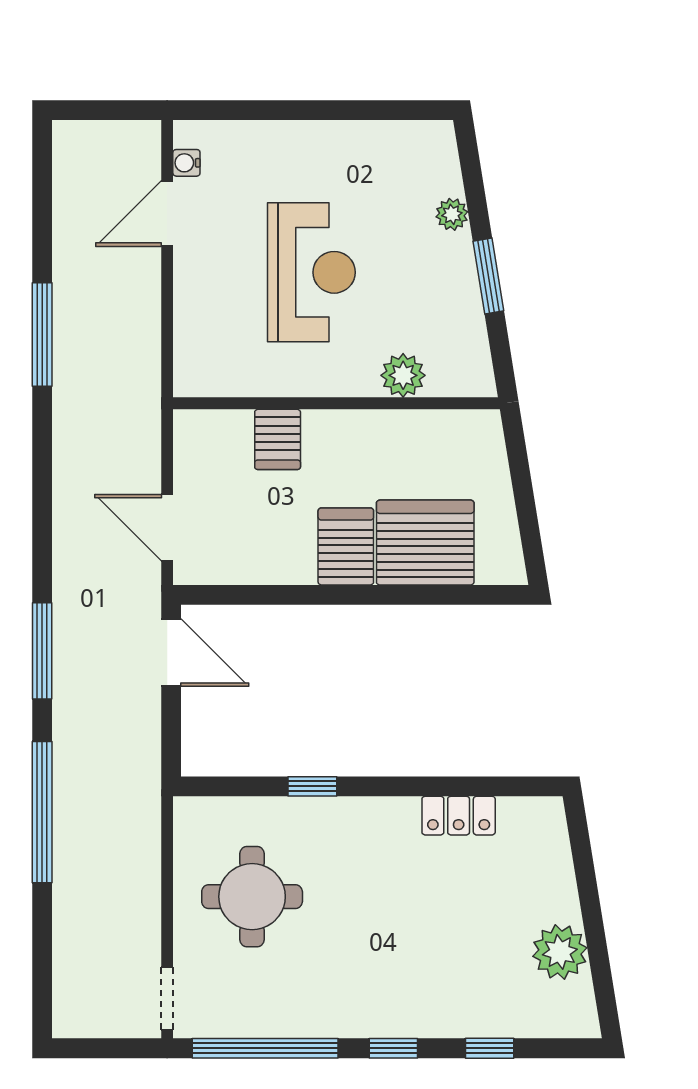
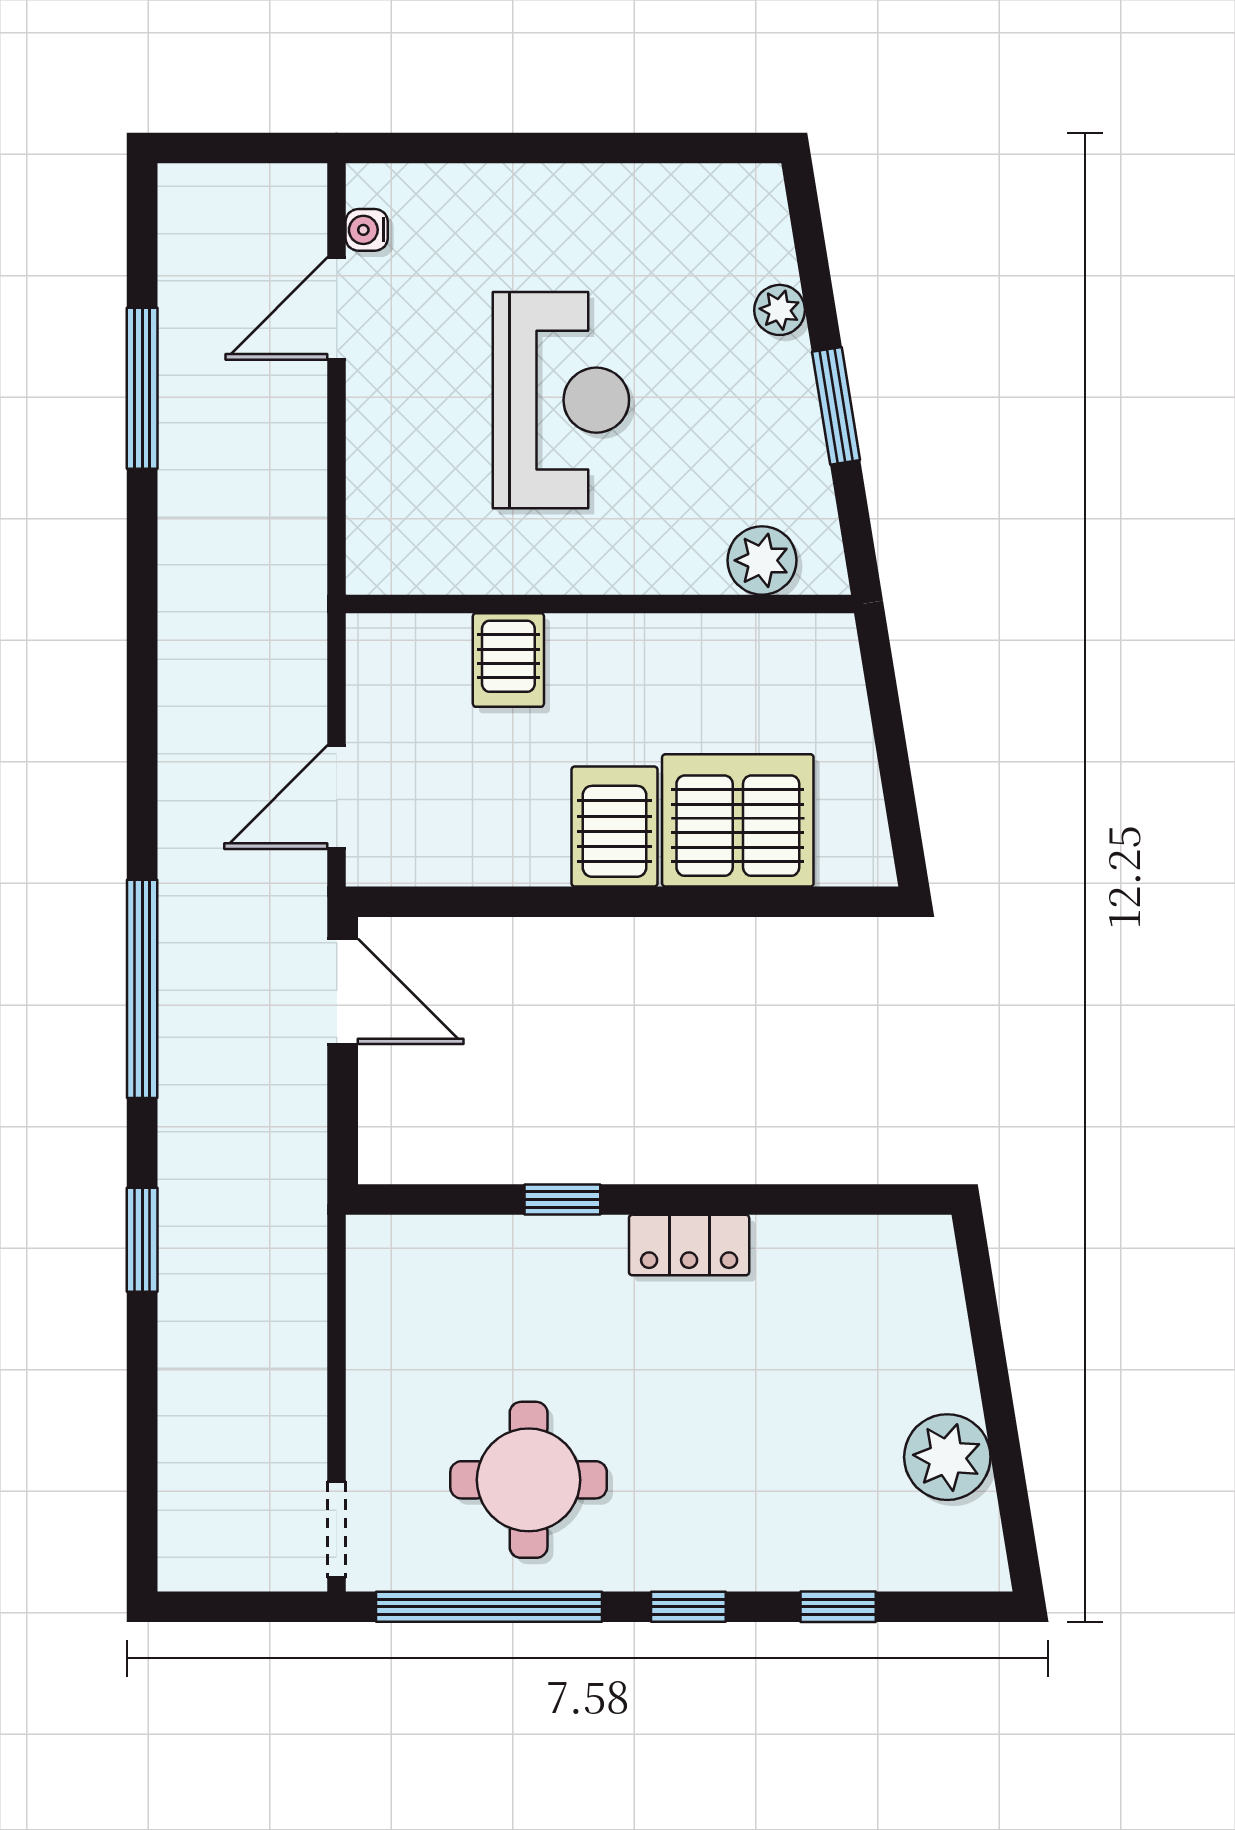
window: (42, 334) -> (142, 388), moved
plant: (403, 375) -> (762, 560), moved
door: (167, 528) -> (337, 797), hinge flipped
window: (42, 651) -> (142, 989), width x1.46
window: (42, 812) -> (142, 1240), width x0.47
locker: (459, 816) -> (689, 1245), moved
round table: (252, 897) -> (529, 1480), moved

